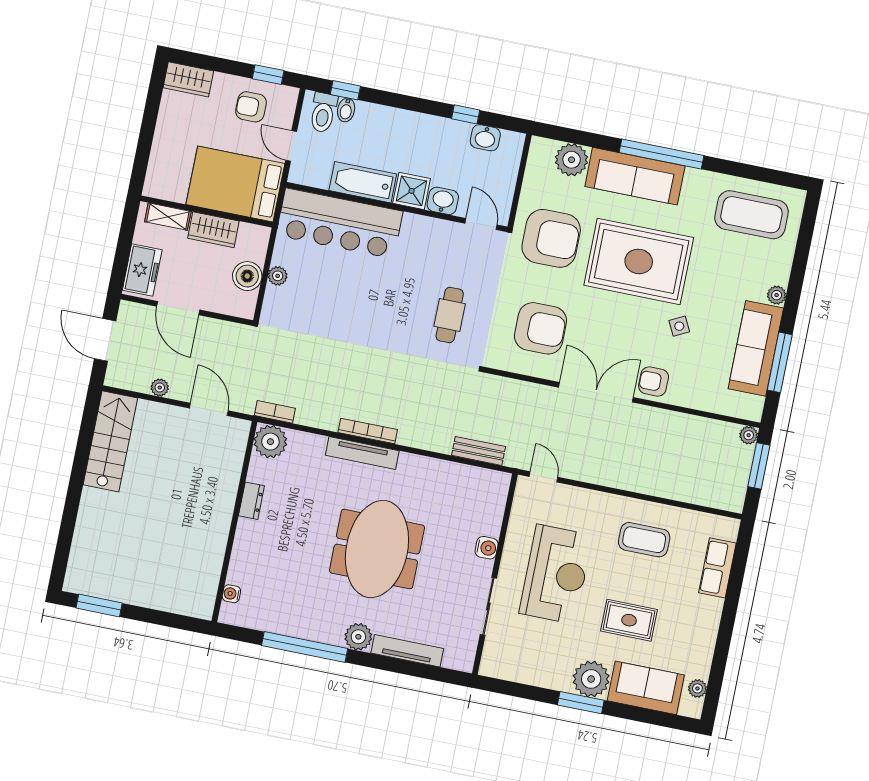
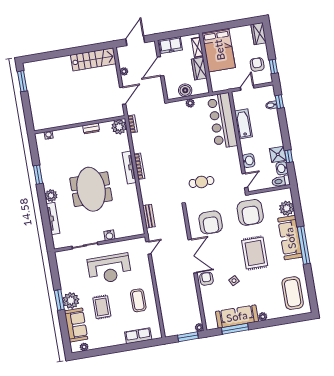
toilet: (323, 113) -> (281, 181), moved
bed: (235, 184) -> (219, 50), moved, turned 180
shower: (412, 191) -> (278, 154), moved
rug: (639, 261) -> (255, 253), width x0.73, depth x0.69
meeting table: (377, 549) -> (91, 189), turned 90
window: (305, 647) -> (38, 175), width x0.47

